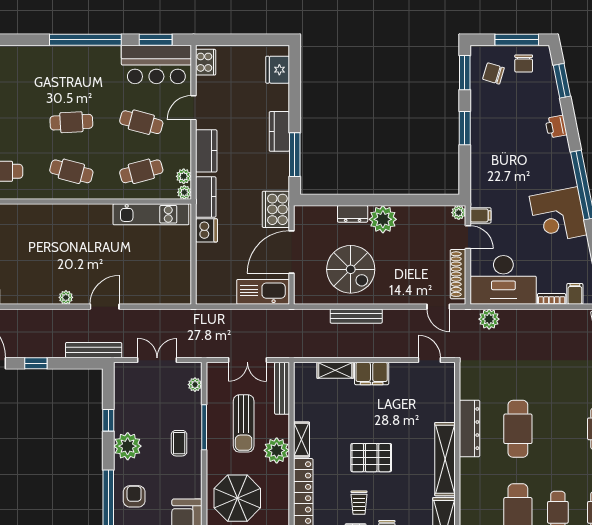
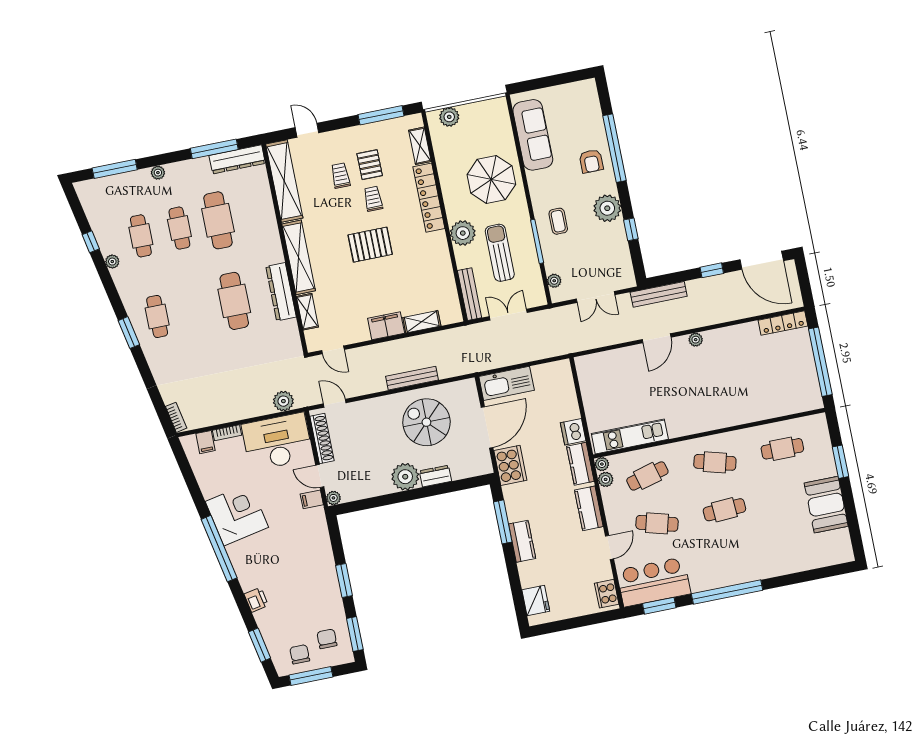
chair: (493, 73) -> (327, 639), turned -107
shelving: (302, 439) -> (307, 312), moved

